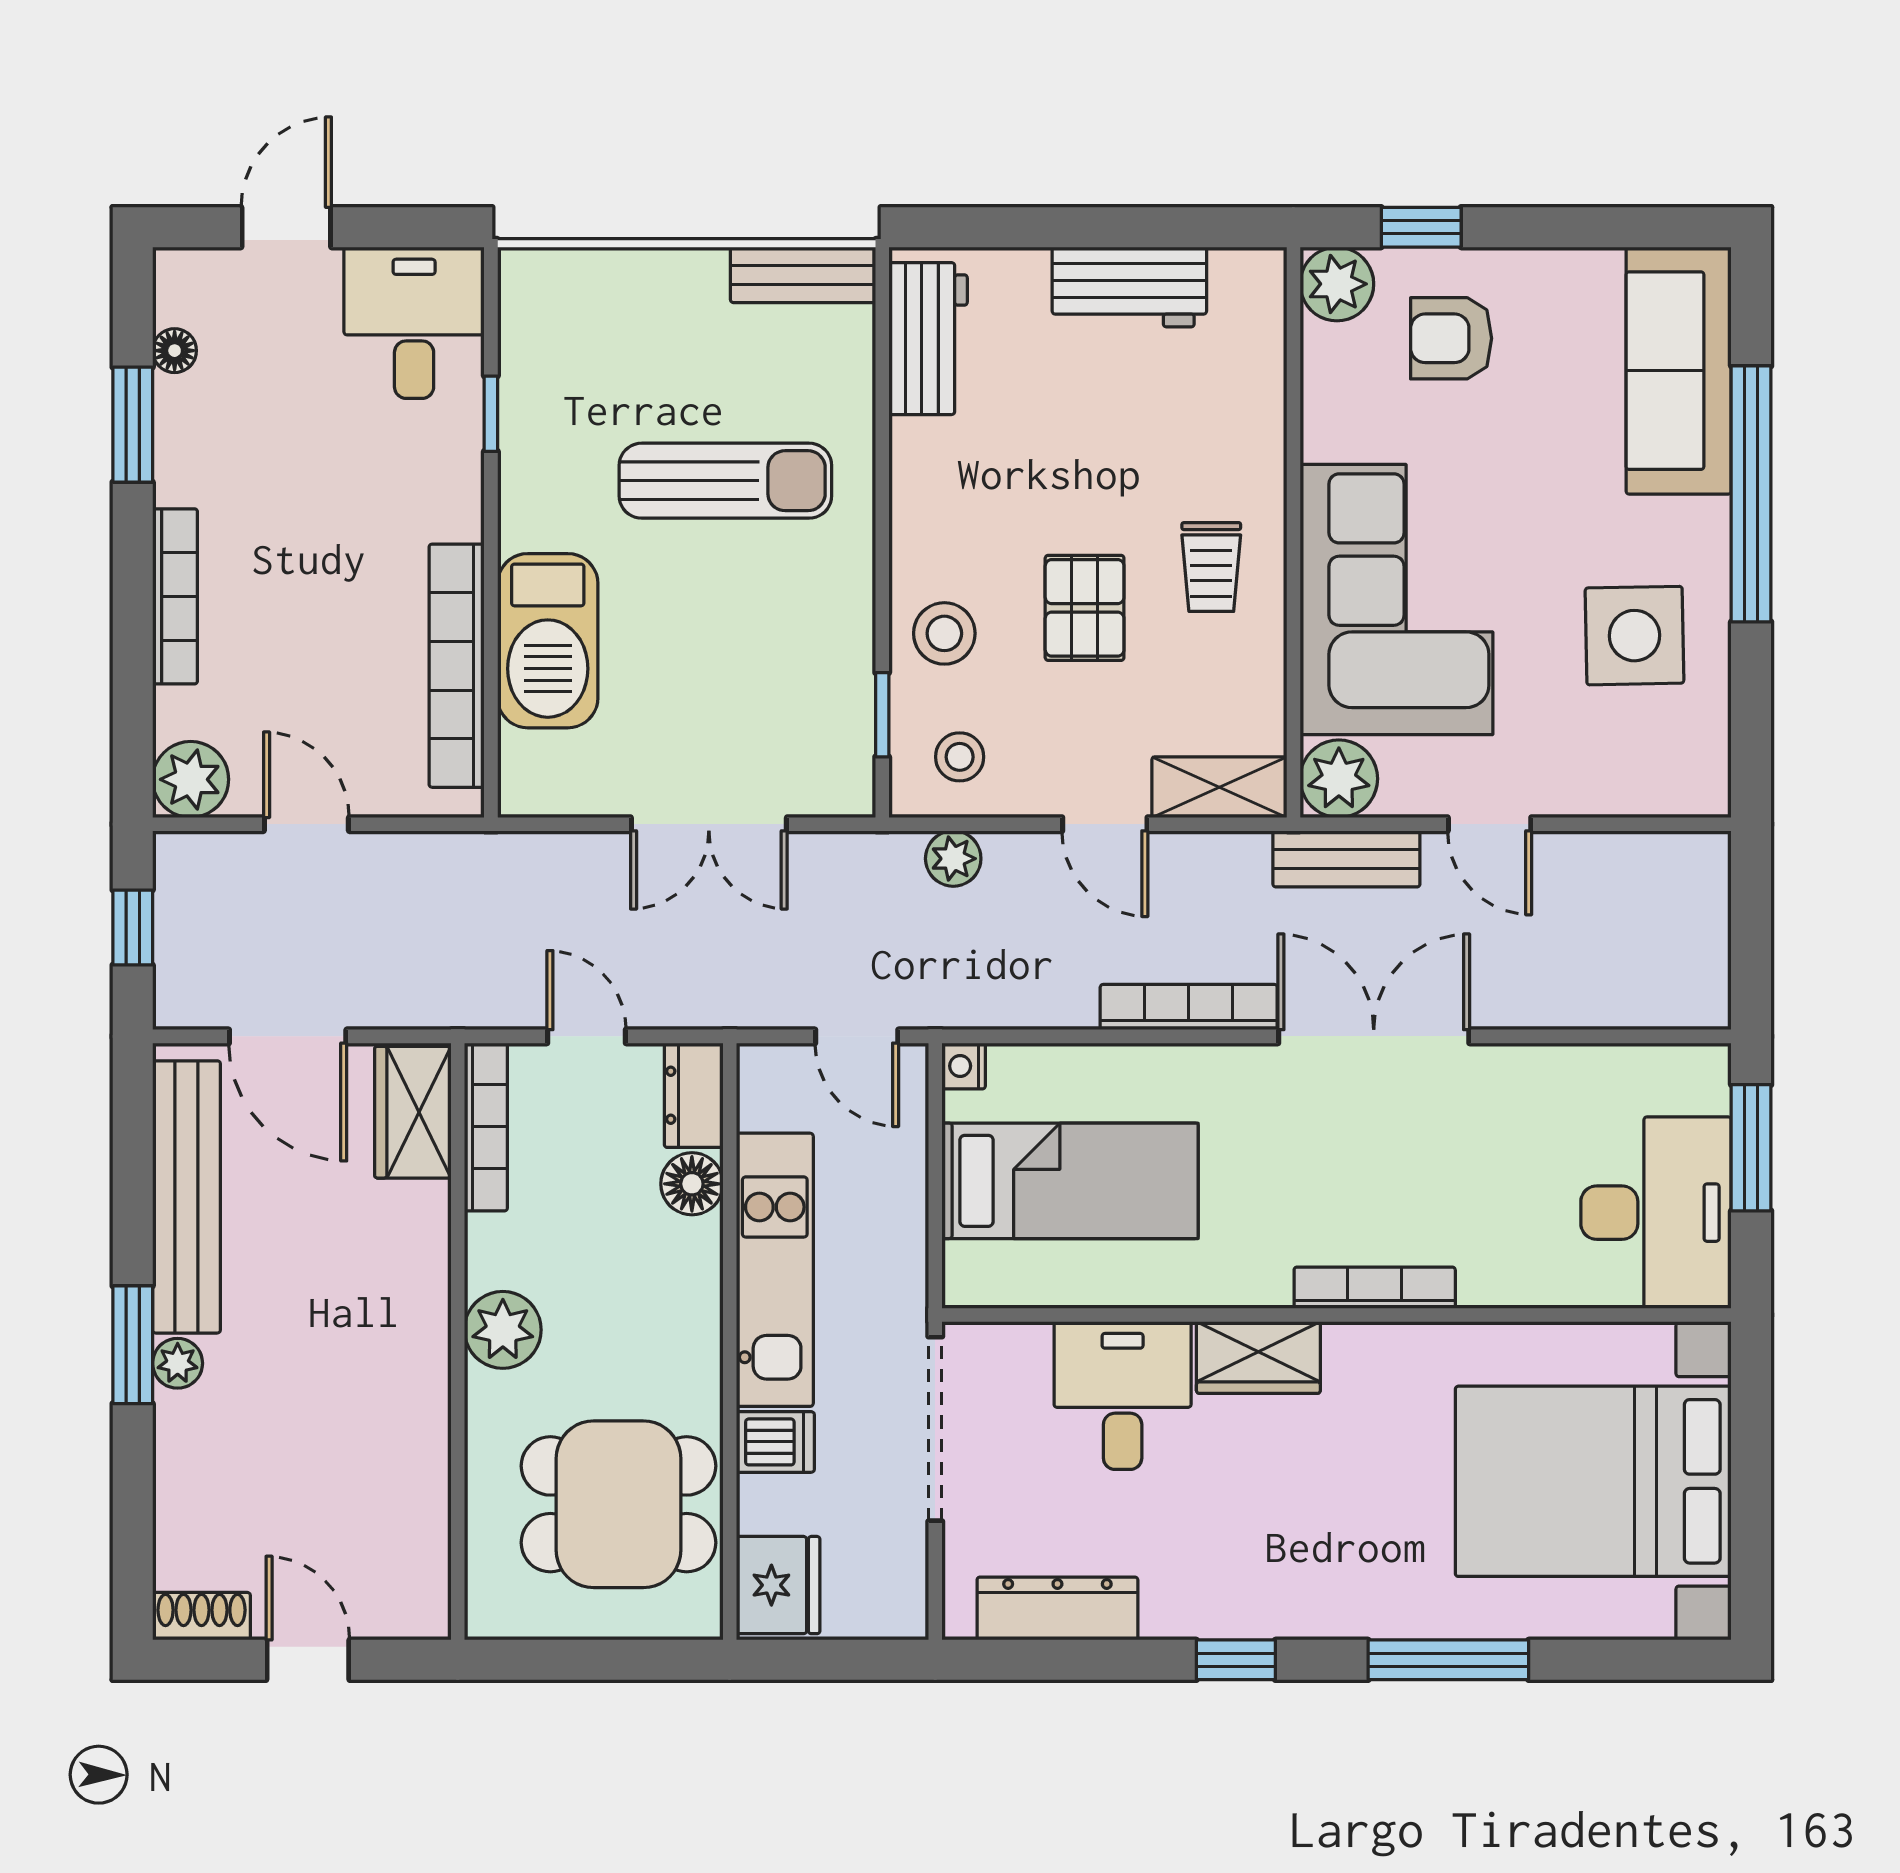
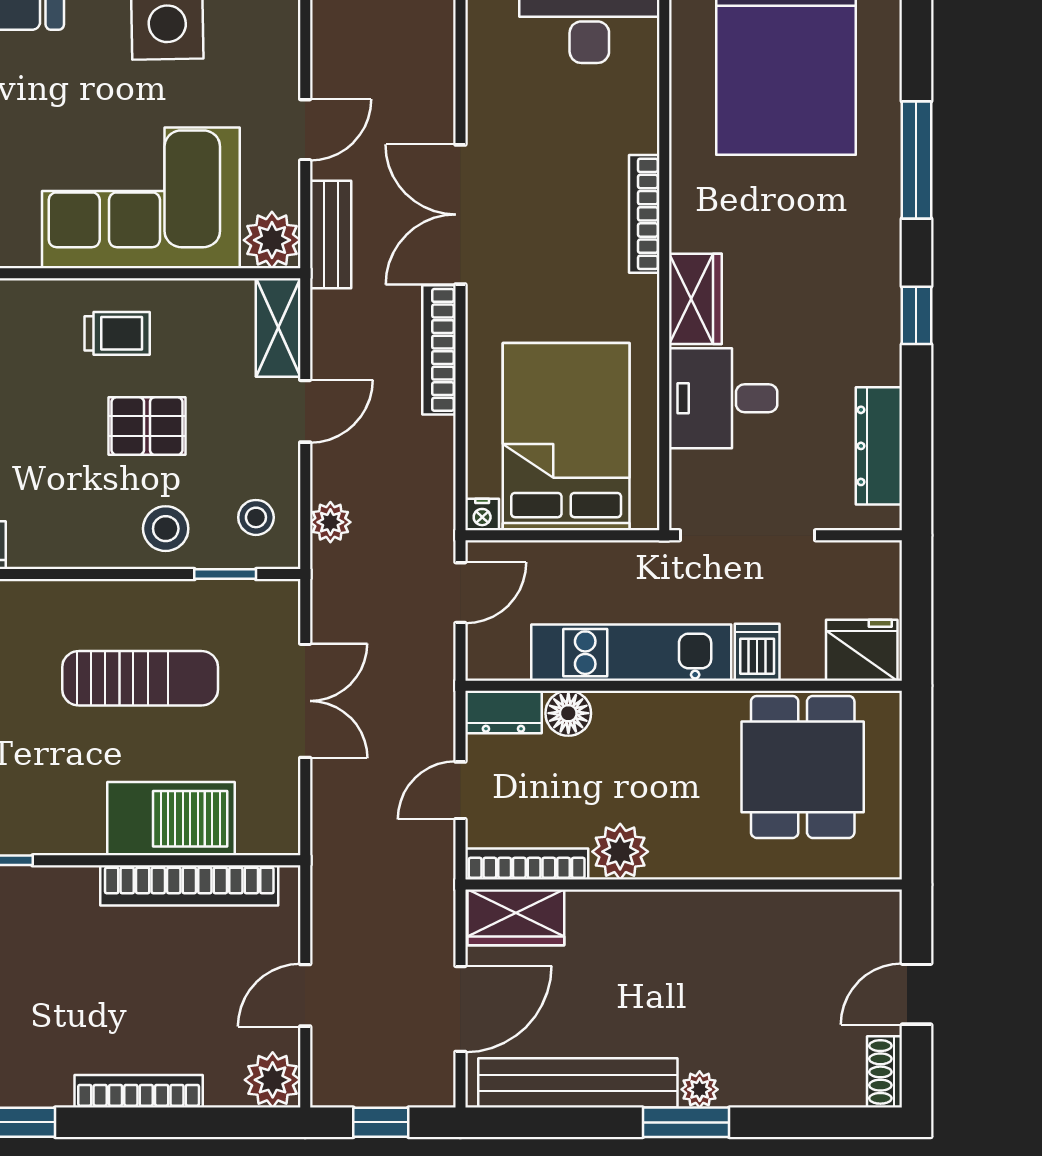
sun lounger: (725, 481) -> (140, 678), moved, turned 90
bed: (1070, 1181) -> (566, 437), width x1.50
plant: (503, 1330) -> (620, 852), moved

